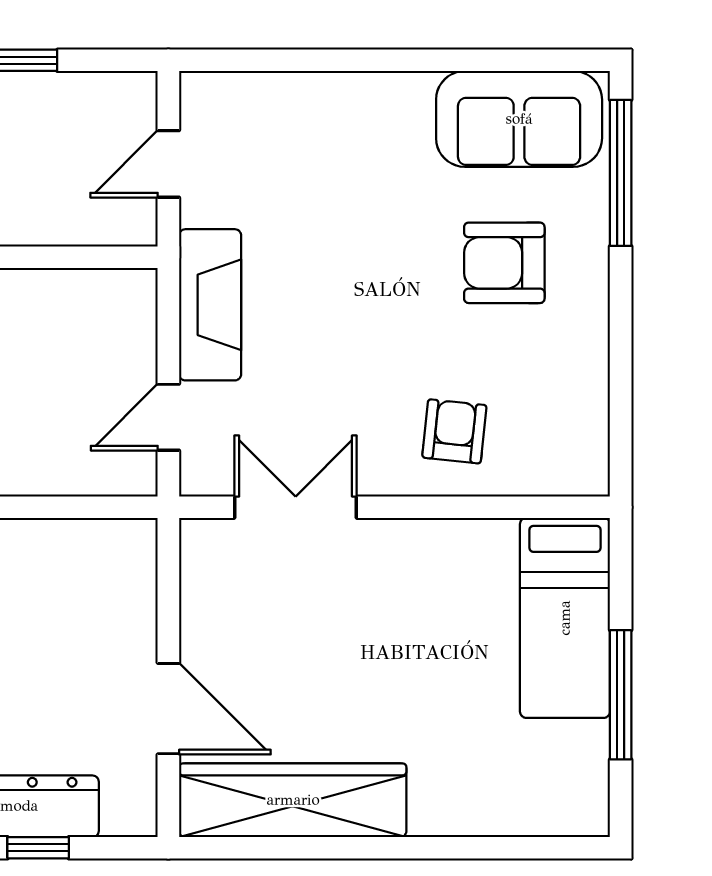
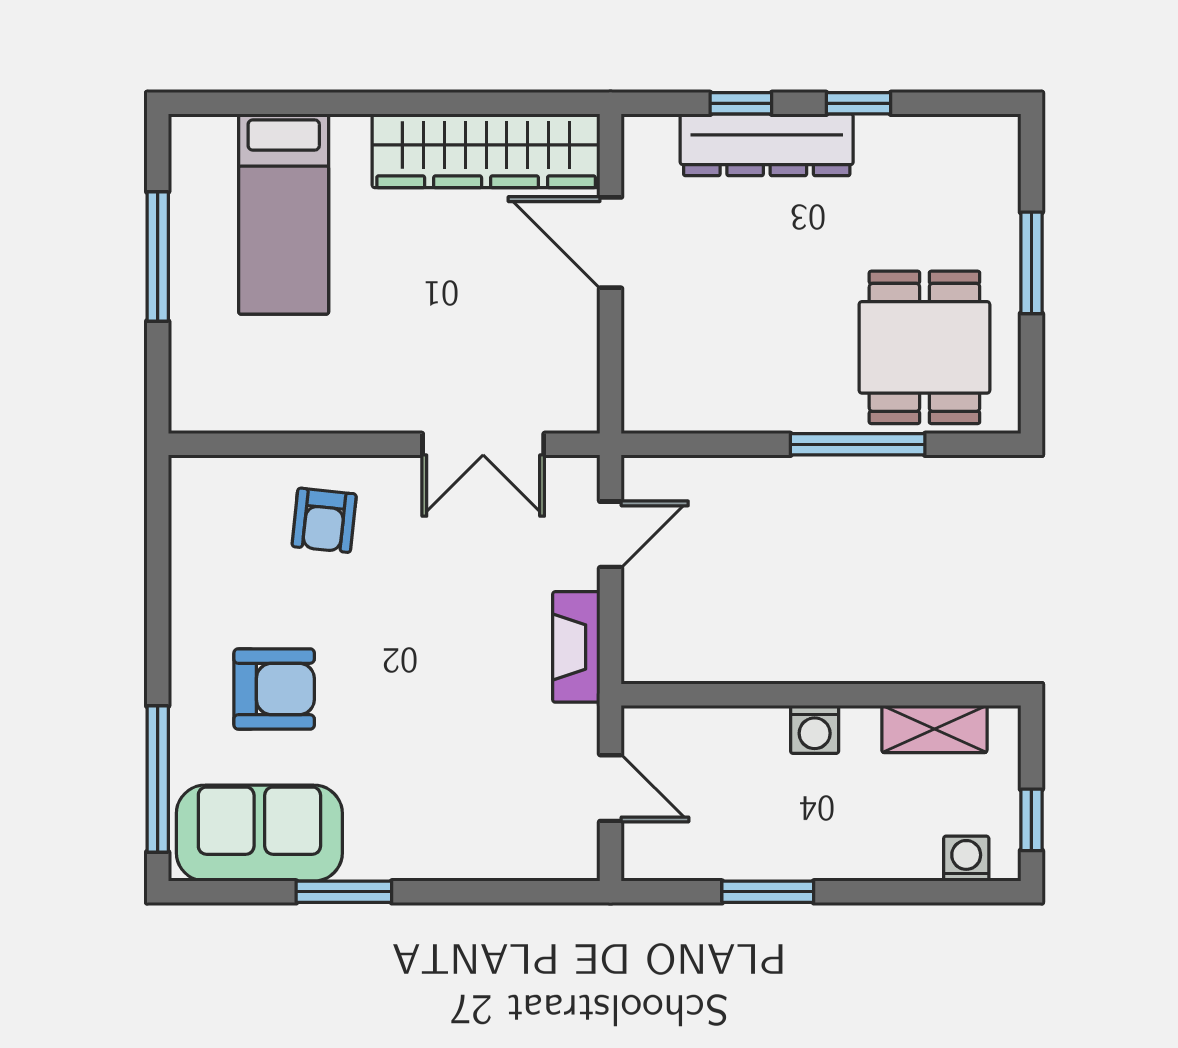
window: (435, 60) -> (344, 892), added
door: (168, 164) -> (611, 788), hinge flipped
fireplace: (210, 305) -> (576, 647), width x0.73, depth x0.76
bed: (565, 618) -> (284, 214), moved, turned 180

